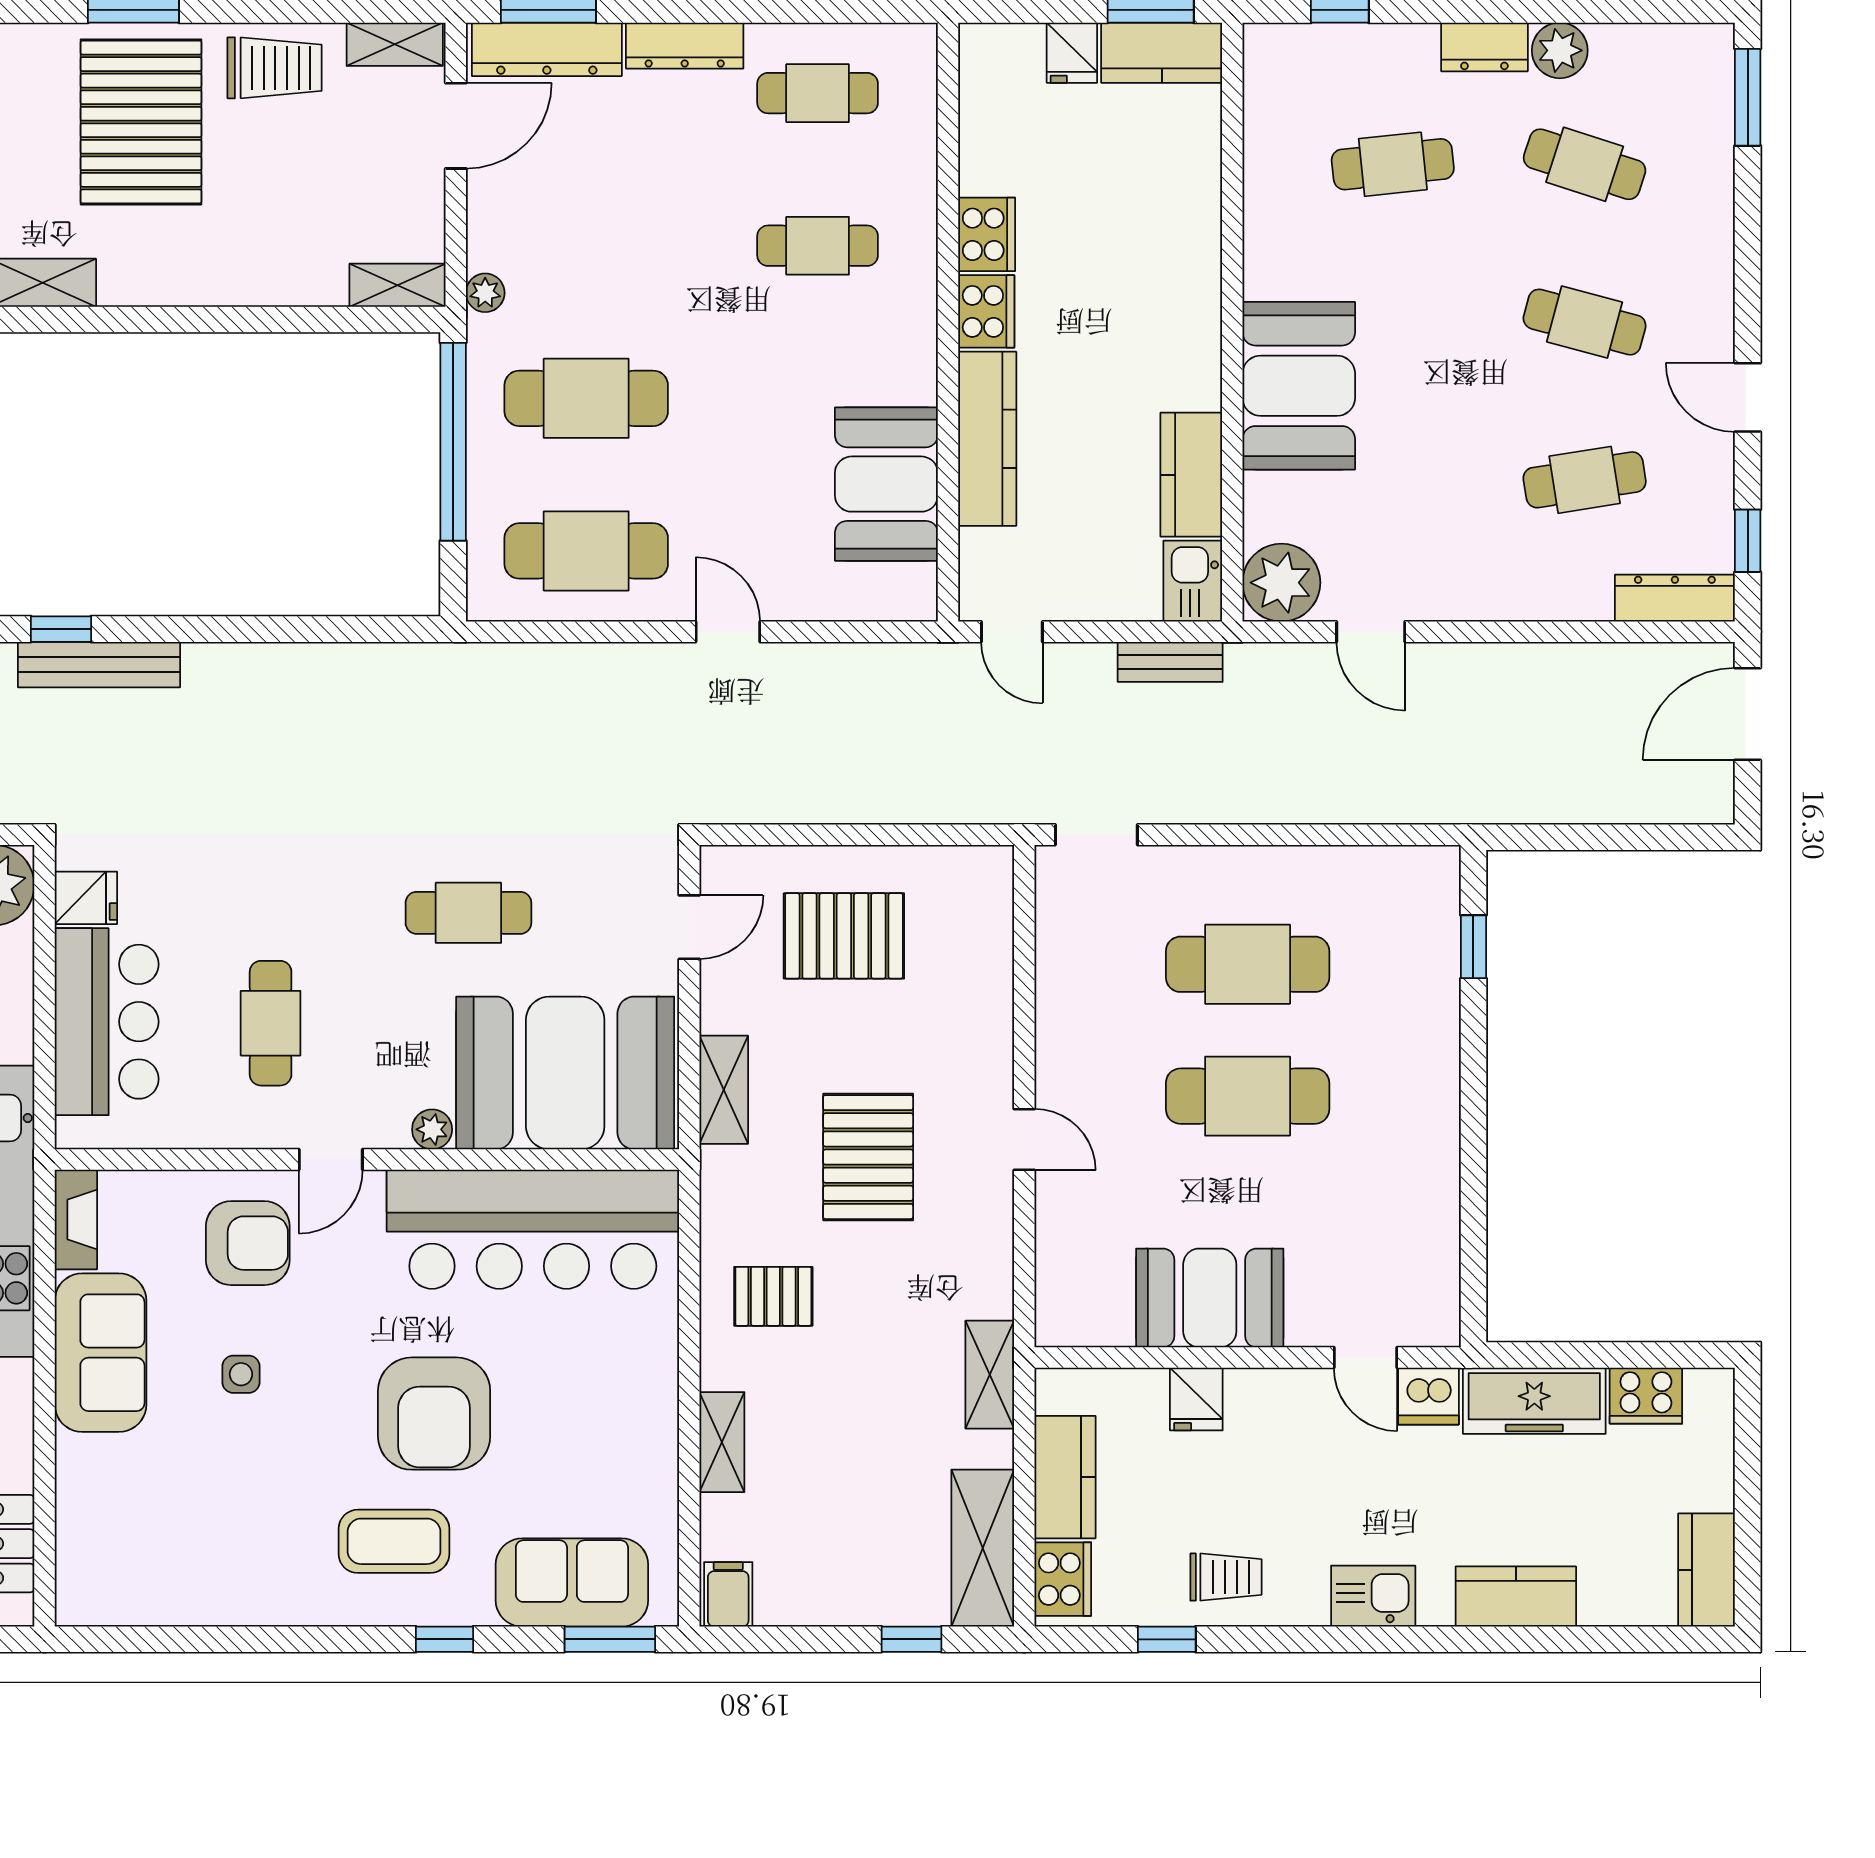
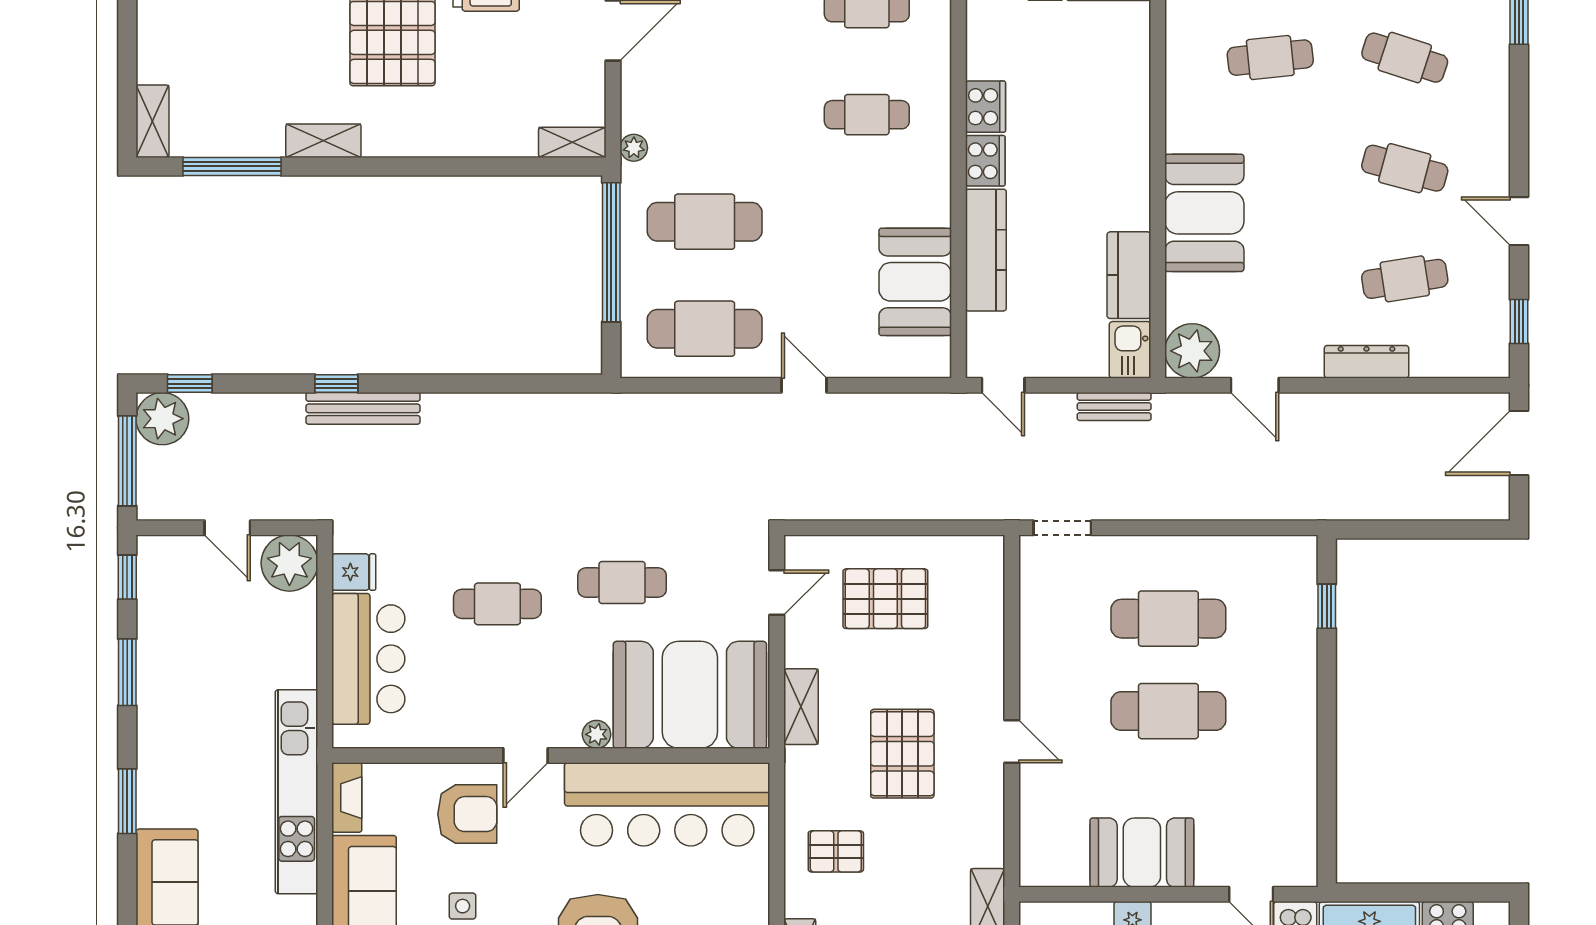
dresser: (1675, 598) -> (1367, 362), moved
cafe table: (271, 1023) -> (497, 604), moved, turned 90

